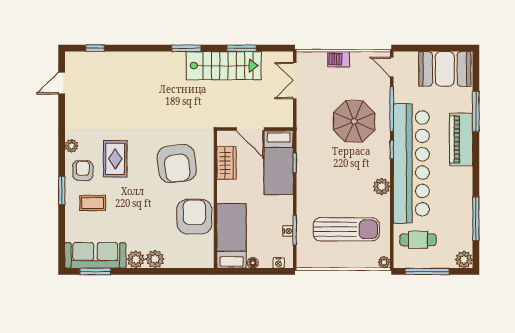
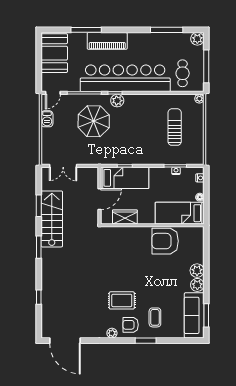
window: (95, 48) -> (39, 297), moved
barbecue: (339, 59) -> (47, 119), moved
door: (62, 83) -> (65, 341), width x1.87
armchair: (177, 164) -> (125, 254), removed
plant: (382, 186) -> (117, 101), moved
sun lounger: (346, 229) -> (175, 127), width x0.73, depth x0.75

